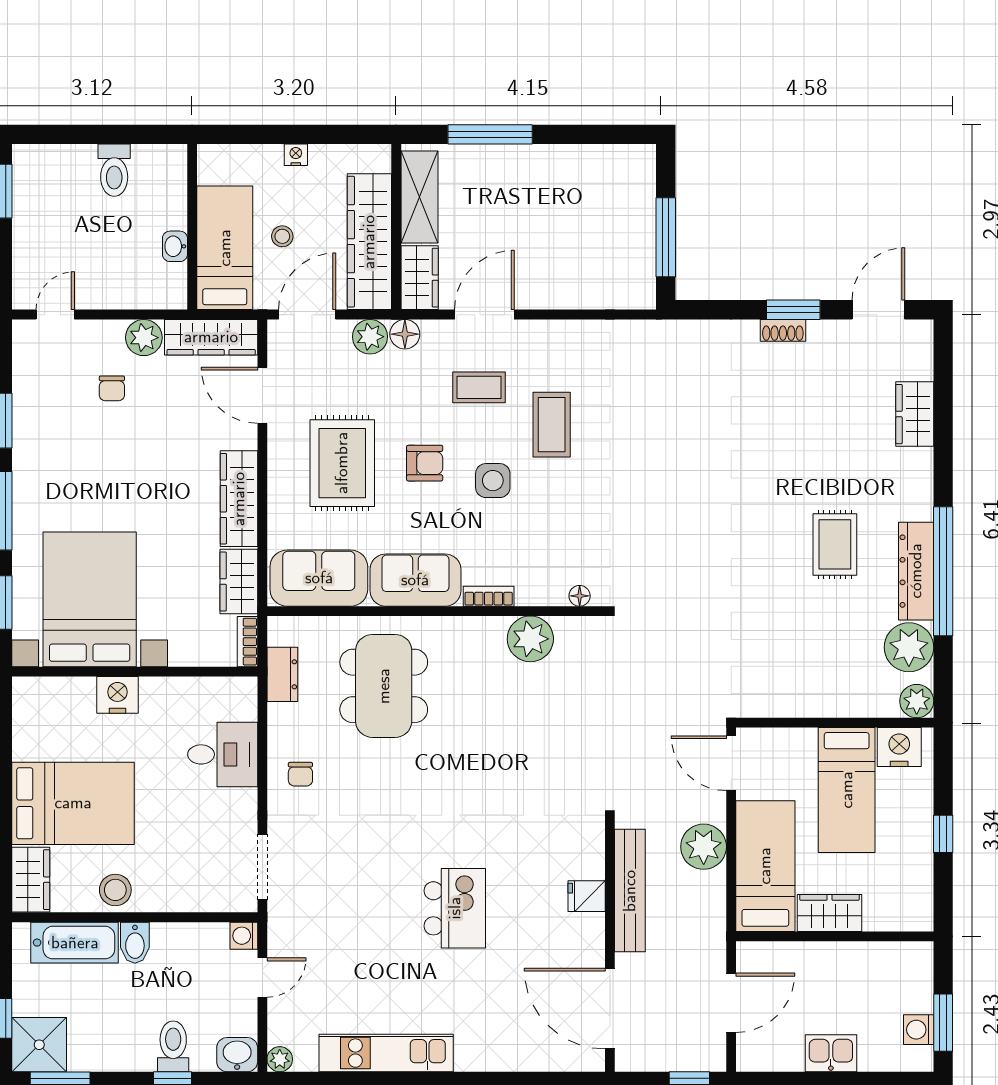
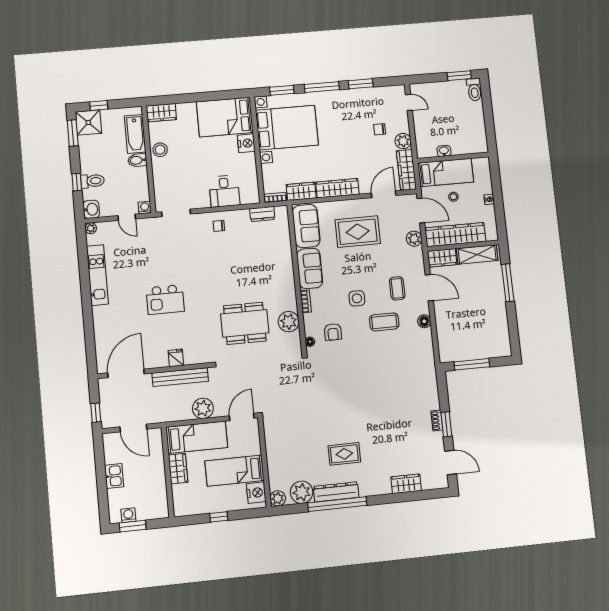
toilet: (114, 170) -> (474, 90), moved, turned -90
floor lamp: (405, 334) -> (424, 321), moved
armchair: (425, 463) -> (333, 332), moved
dining table: (384, 686) -> (245, 323), moved
bed: (73, 803) -> (225, 117), moved, turned 90

